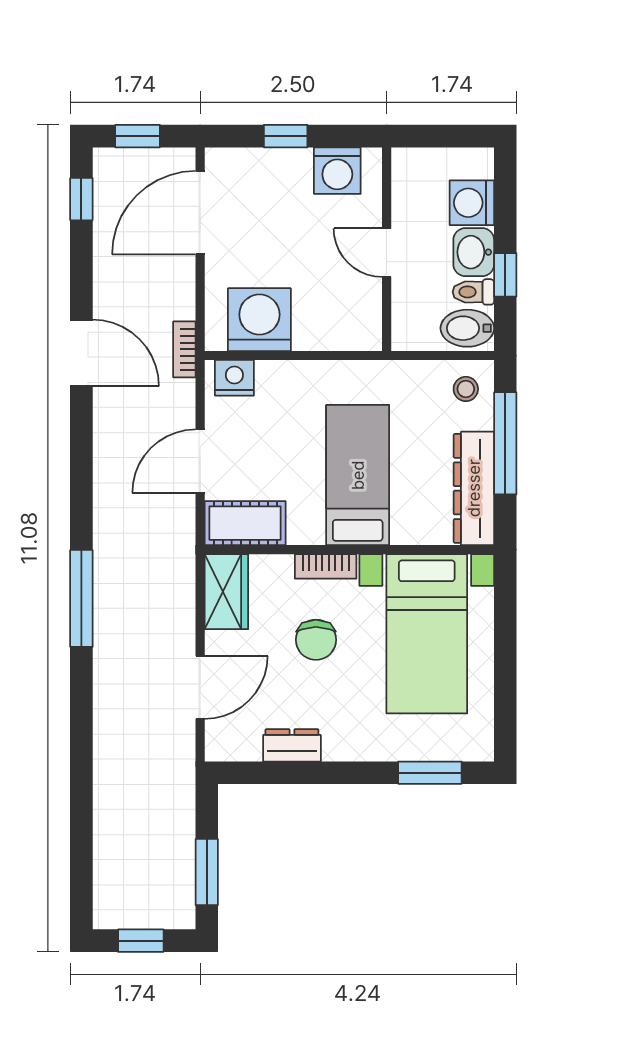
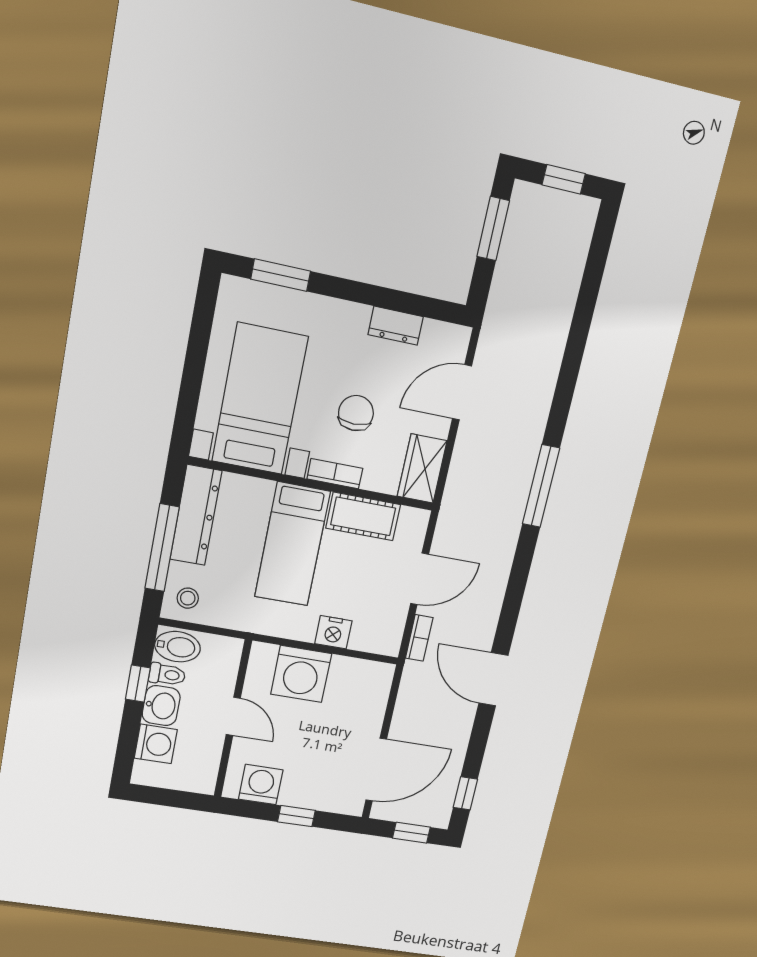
washing machine: (259, 320) -> (301, 674), moved
bookcase: (184, 349) -> (419, 638), moved
nightstand: (234, 378) -> (333, 632), moved
cot: (245, 523) -> (363, 516), moved

